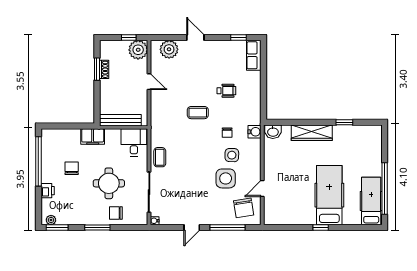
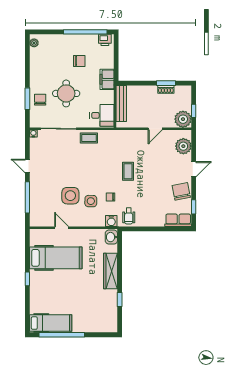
wheelchair: (226, 91) -> (129, 216), moved
printer: (48, 191) -> (105, 40), moved
hospital bed: (329, 195) -> (56, 258), moved
chair: (244, 208) -> (181, 191), moved, turned 88
window: (57, 228) -> (27, 48), removed
window: (97, 228) -> (27, 99), moved

